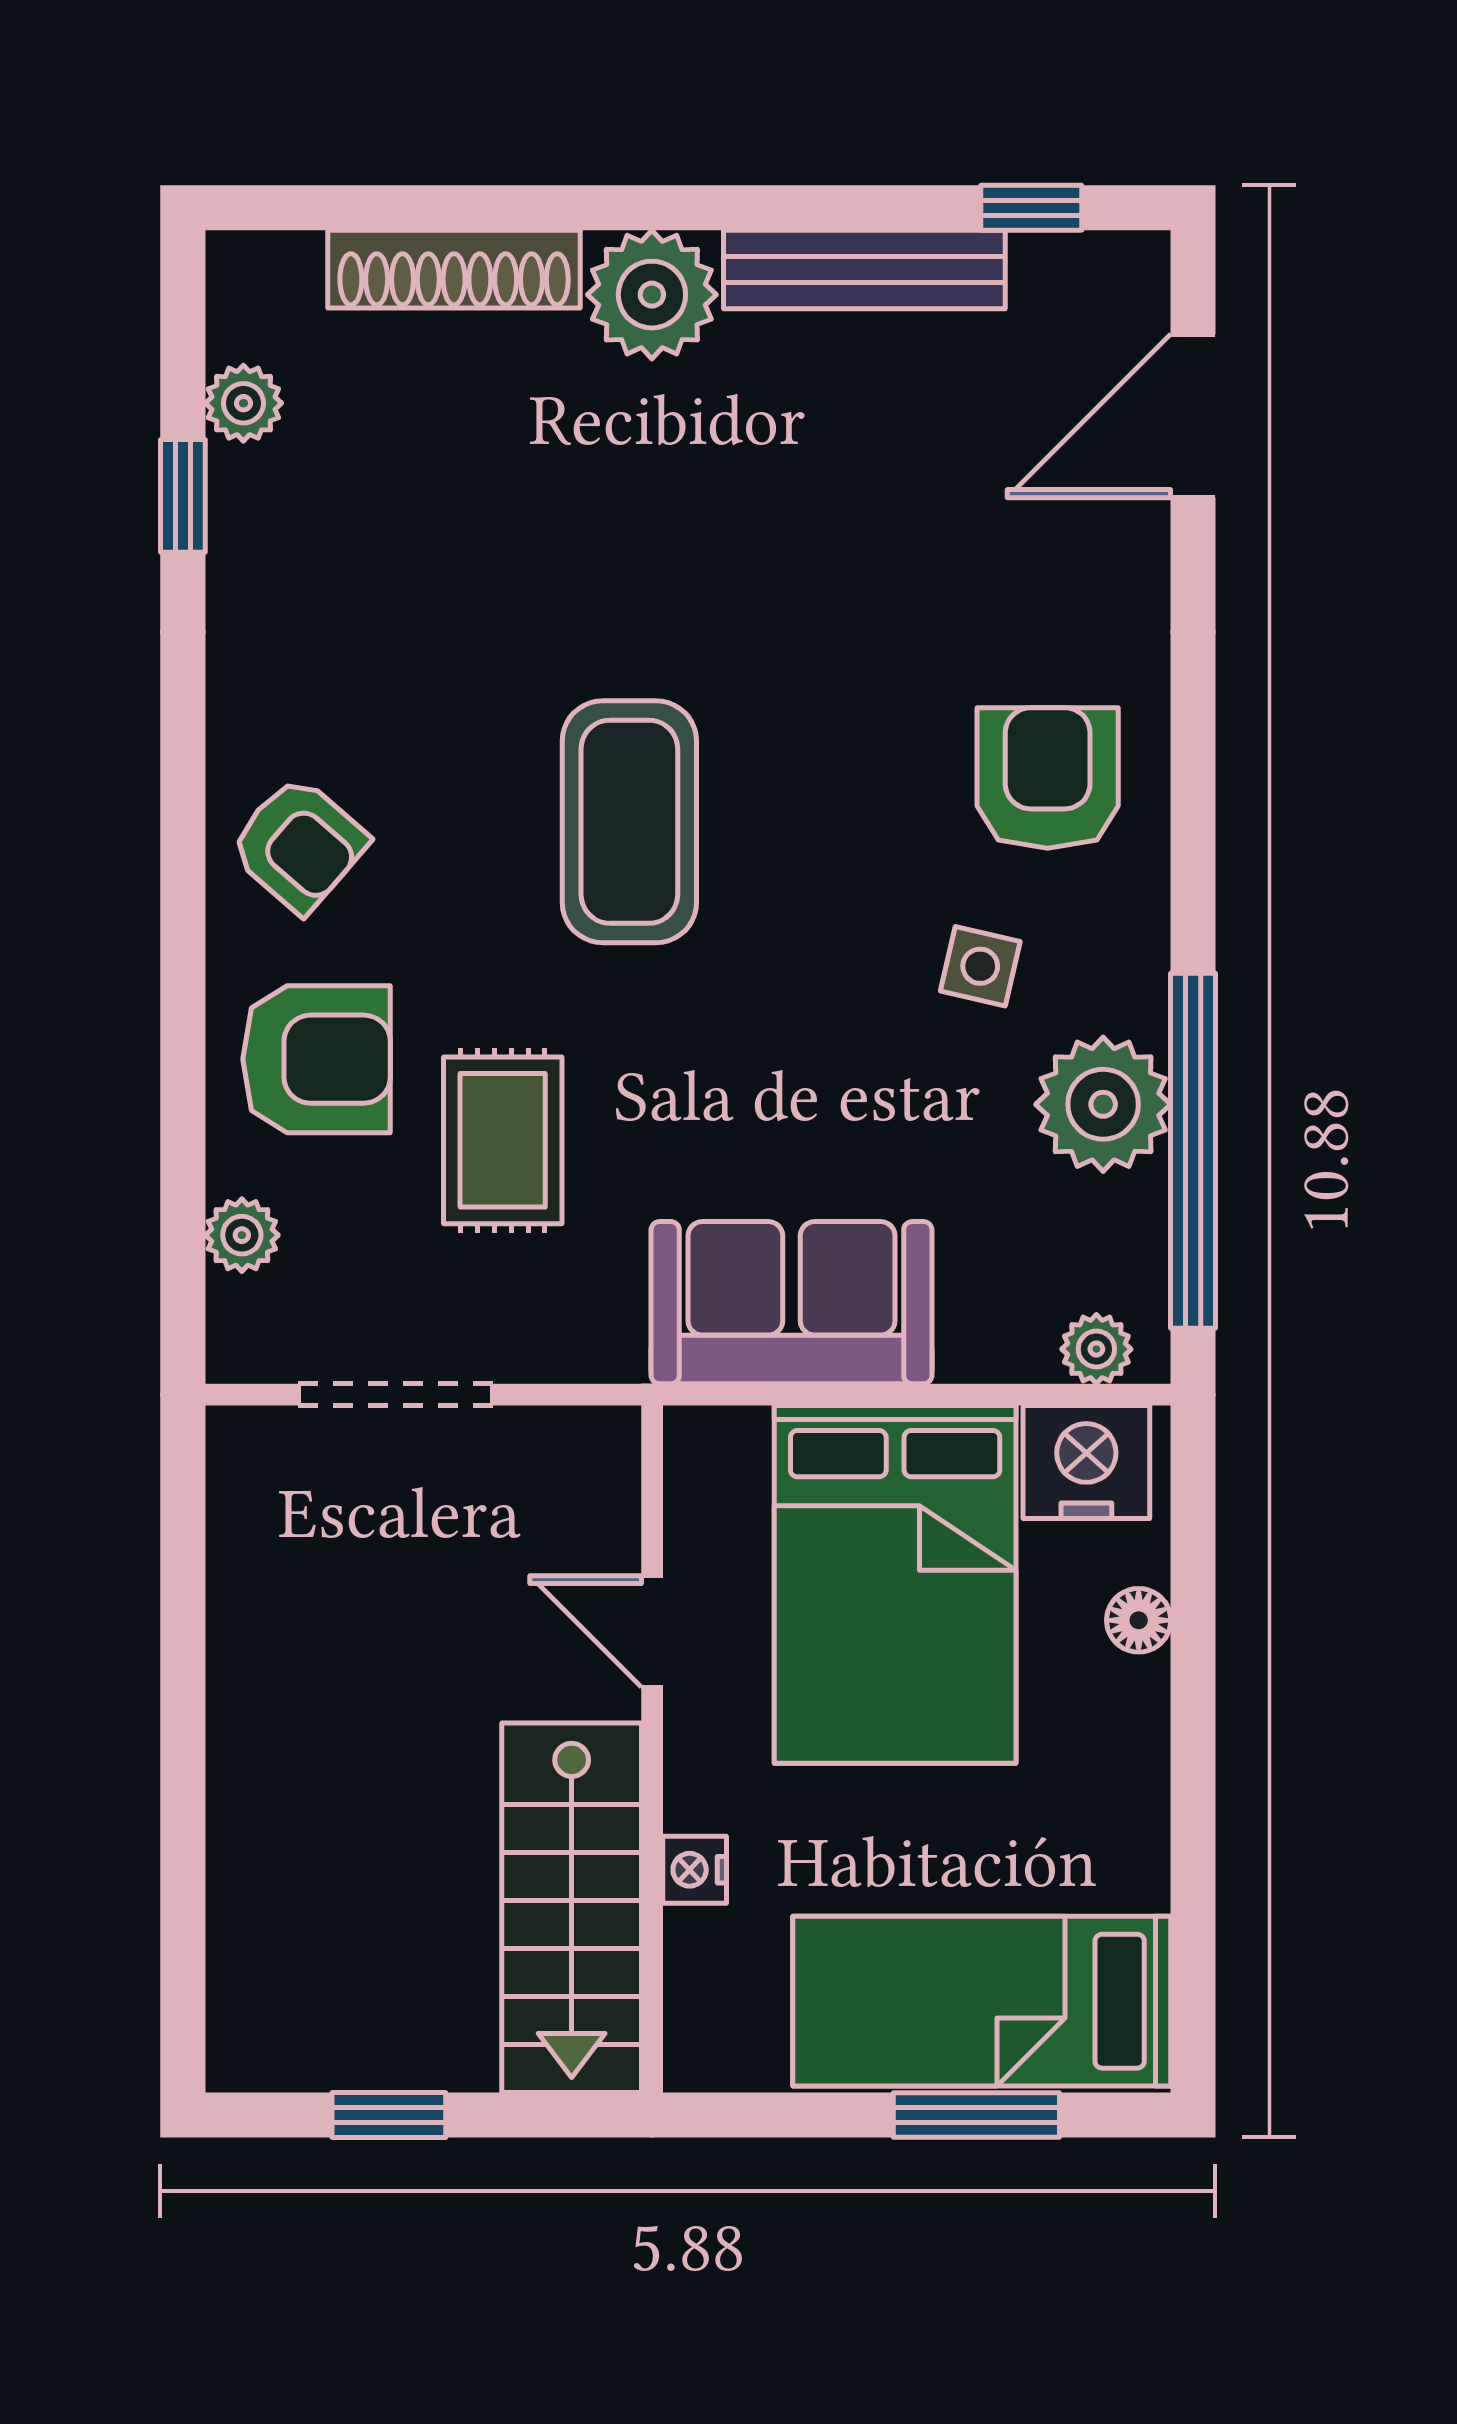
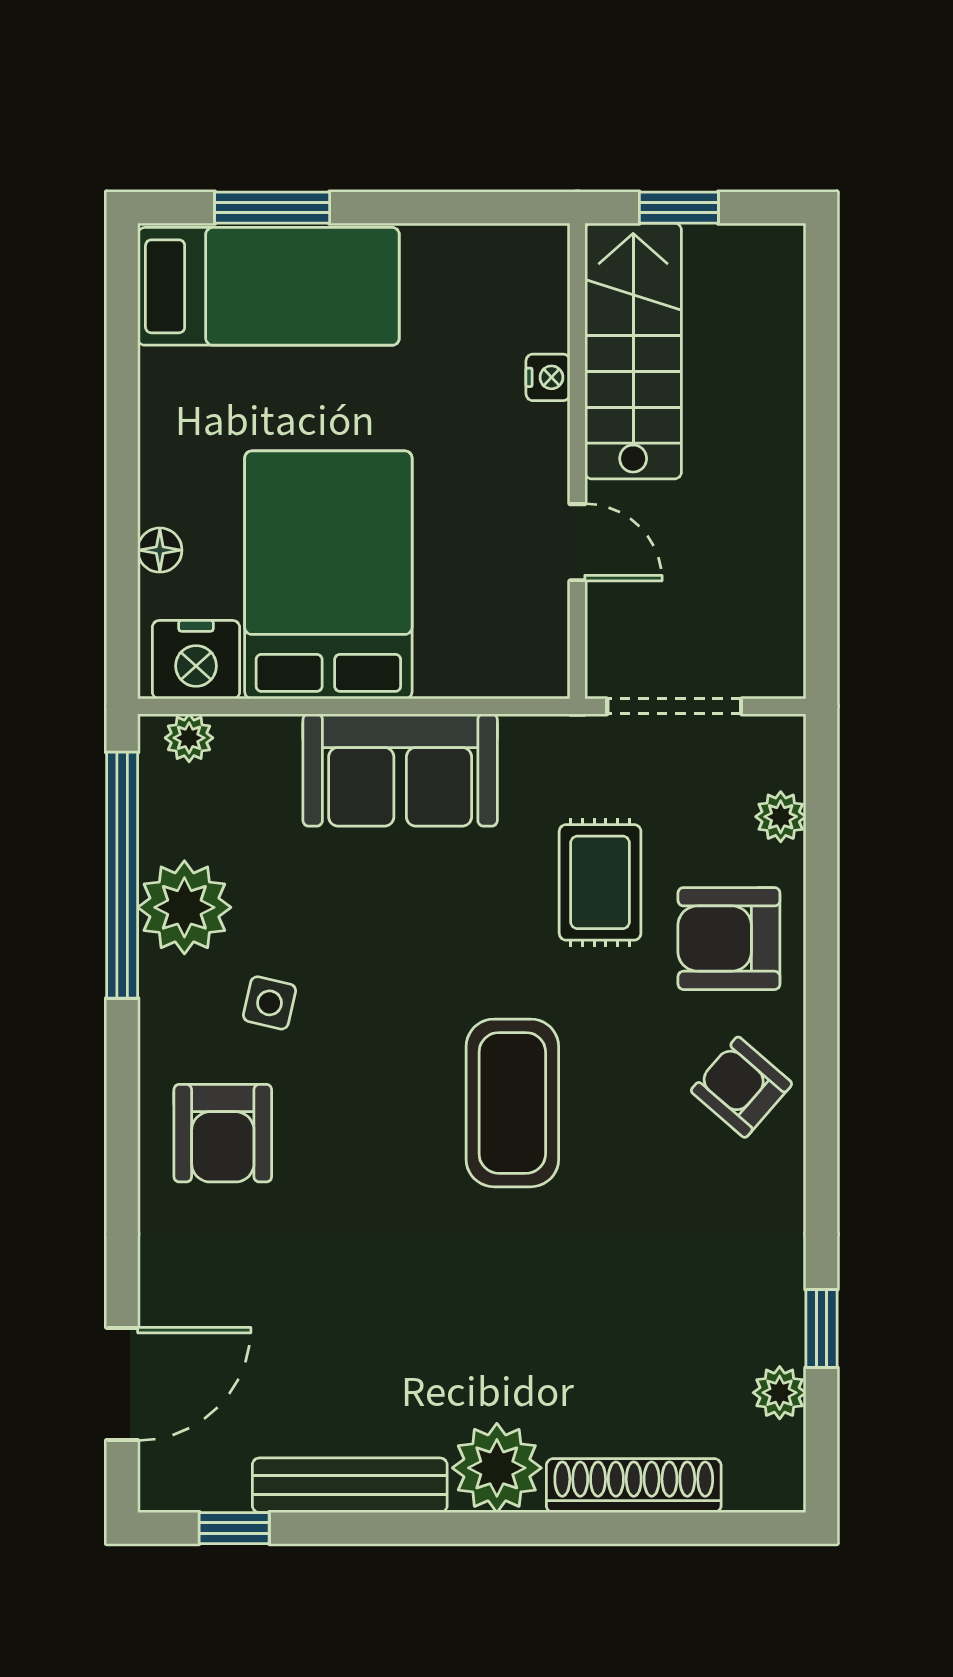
door: (652, 1631) -> (577, 542), moved
wall: (652, 1749) -> (577, 461), moved
nightstand: (695, 1870) -> (548, 377), moved
stairs: (572, 1908) -> (633, 351), moved

